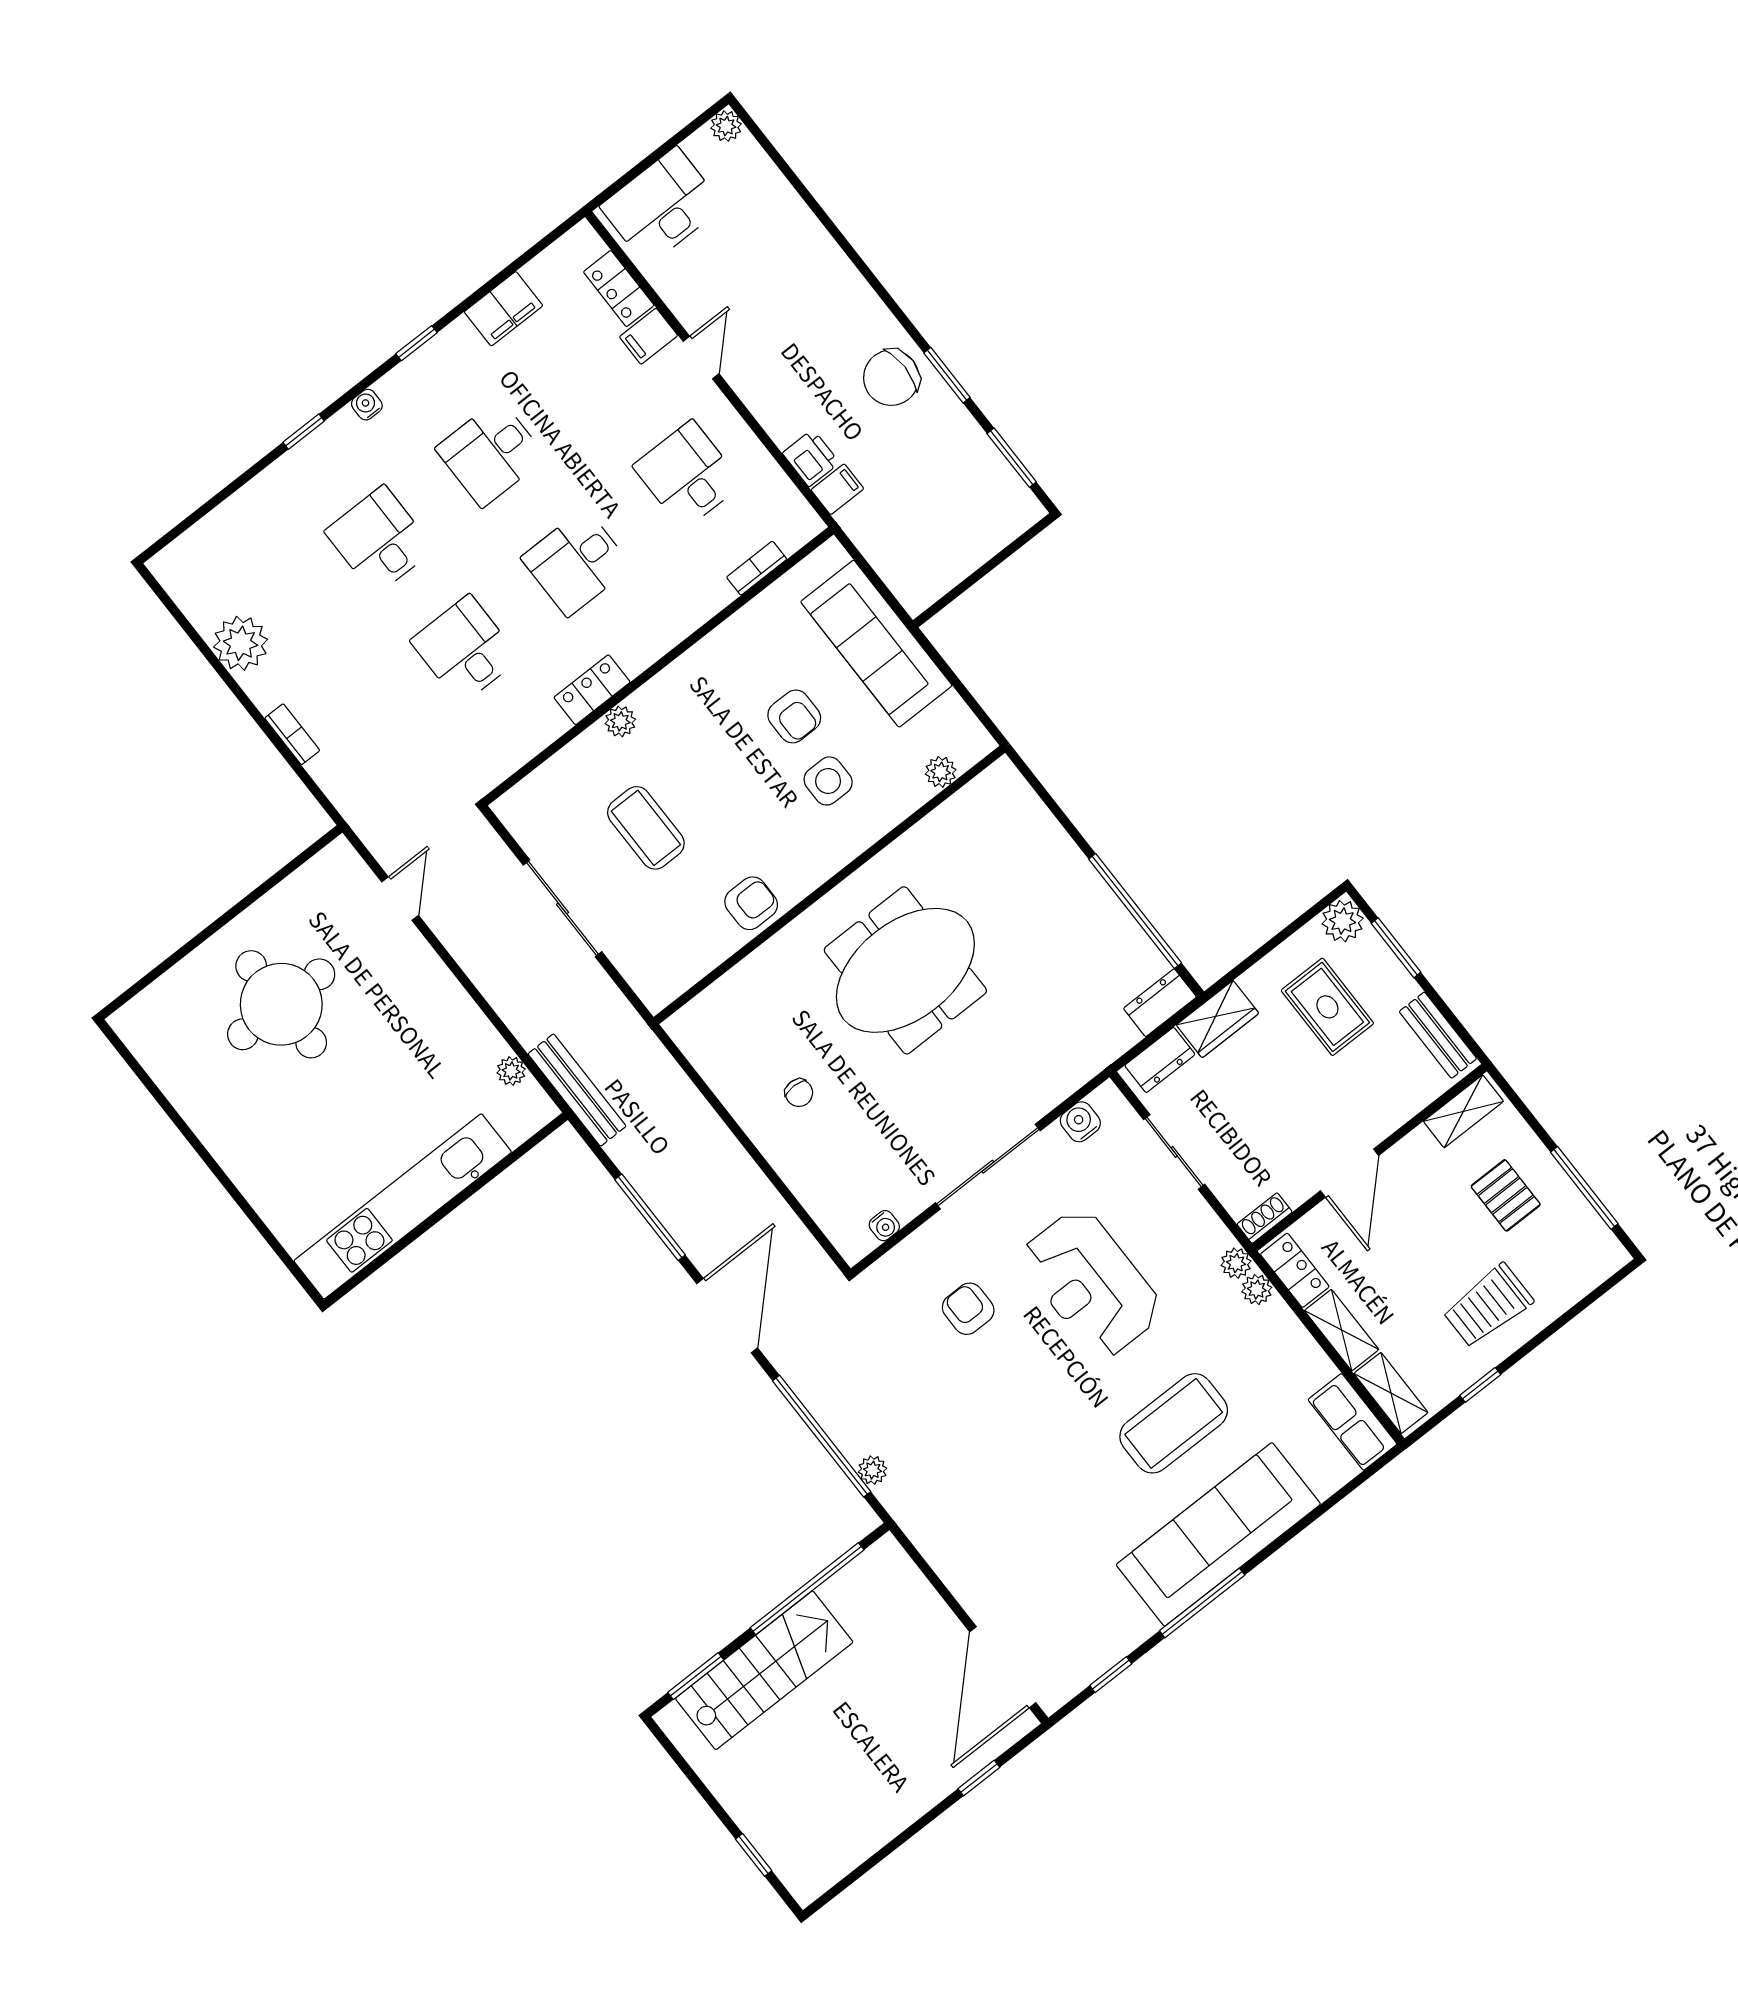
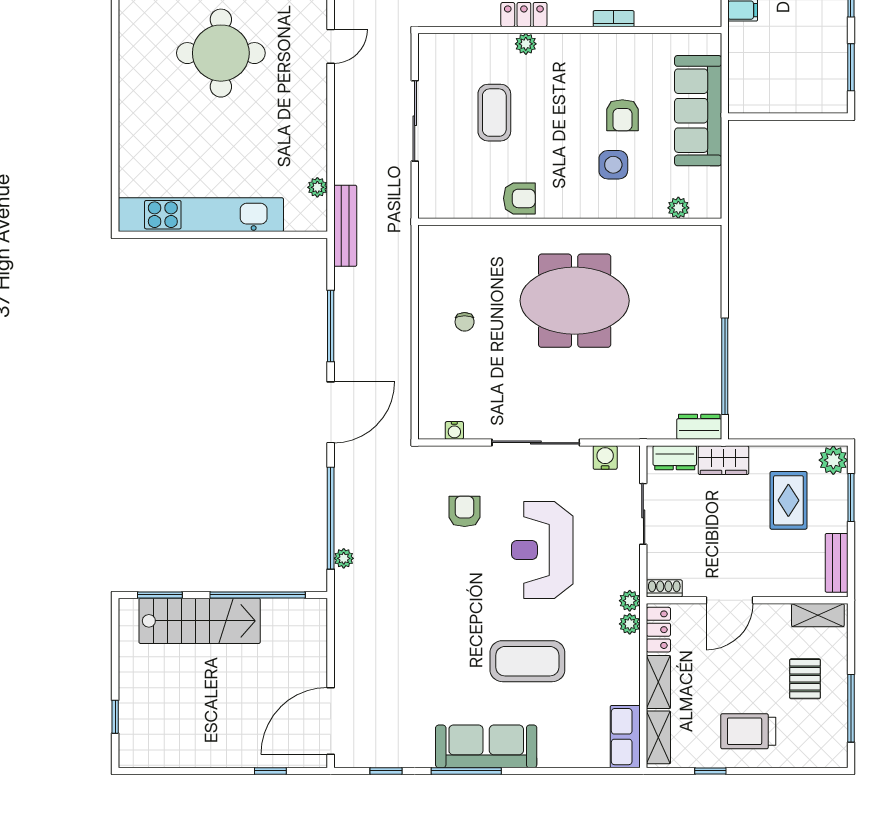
bookcase: (757, 568) -> (614, 19), moved
sofa: (1218, 1534) -> (486, 746), width x0.74, depth x0.79

